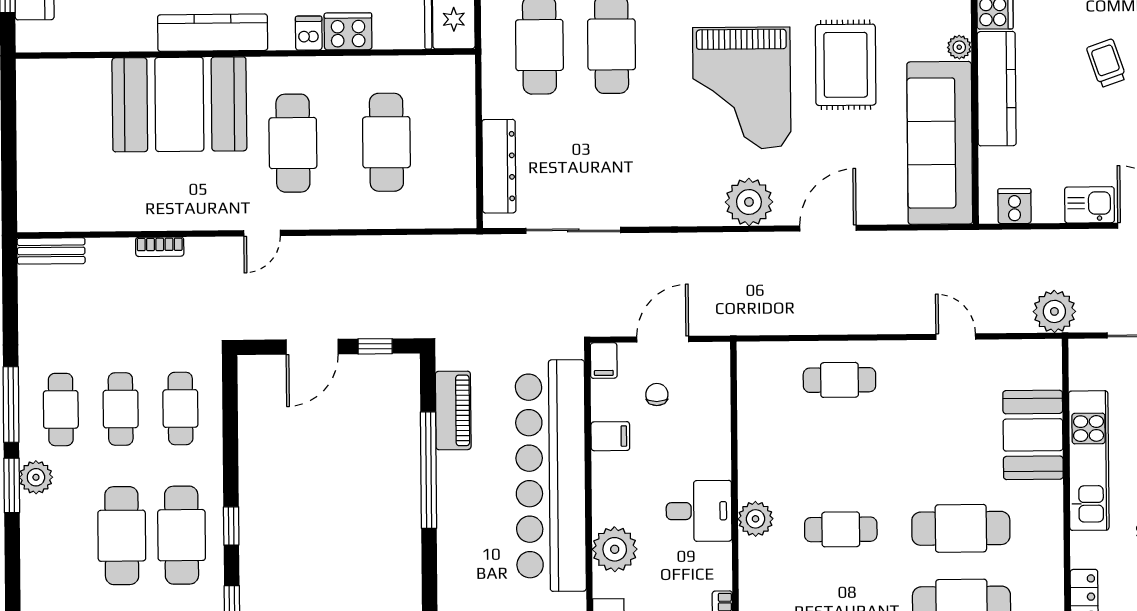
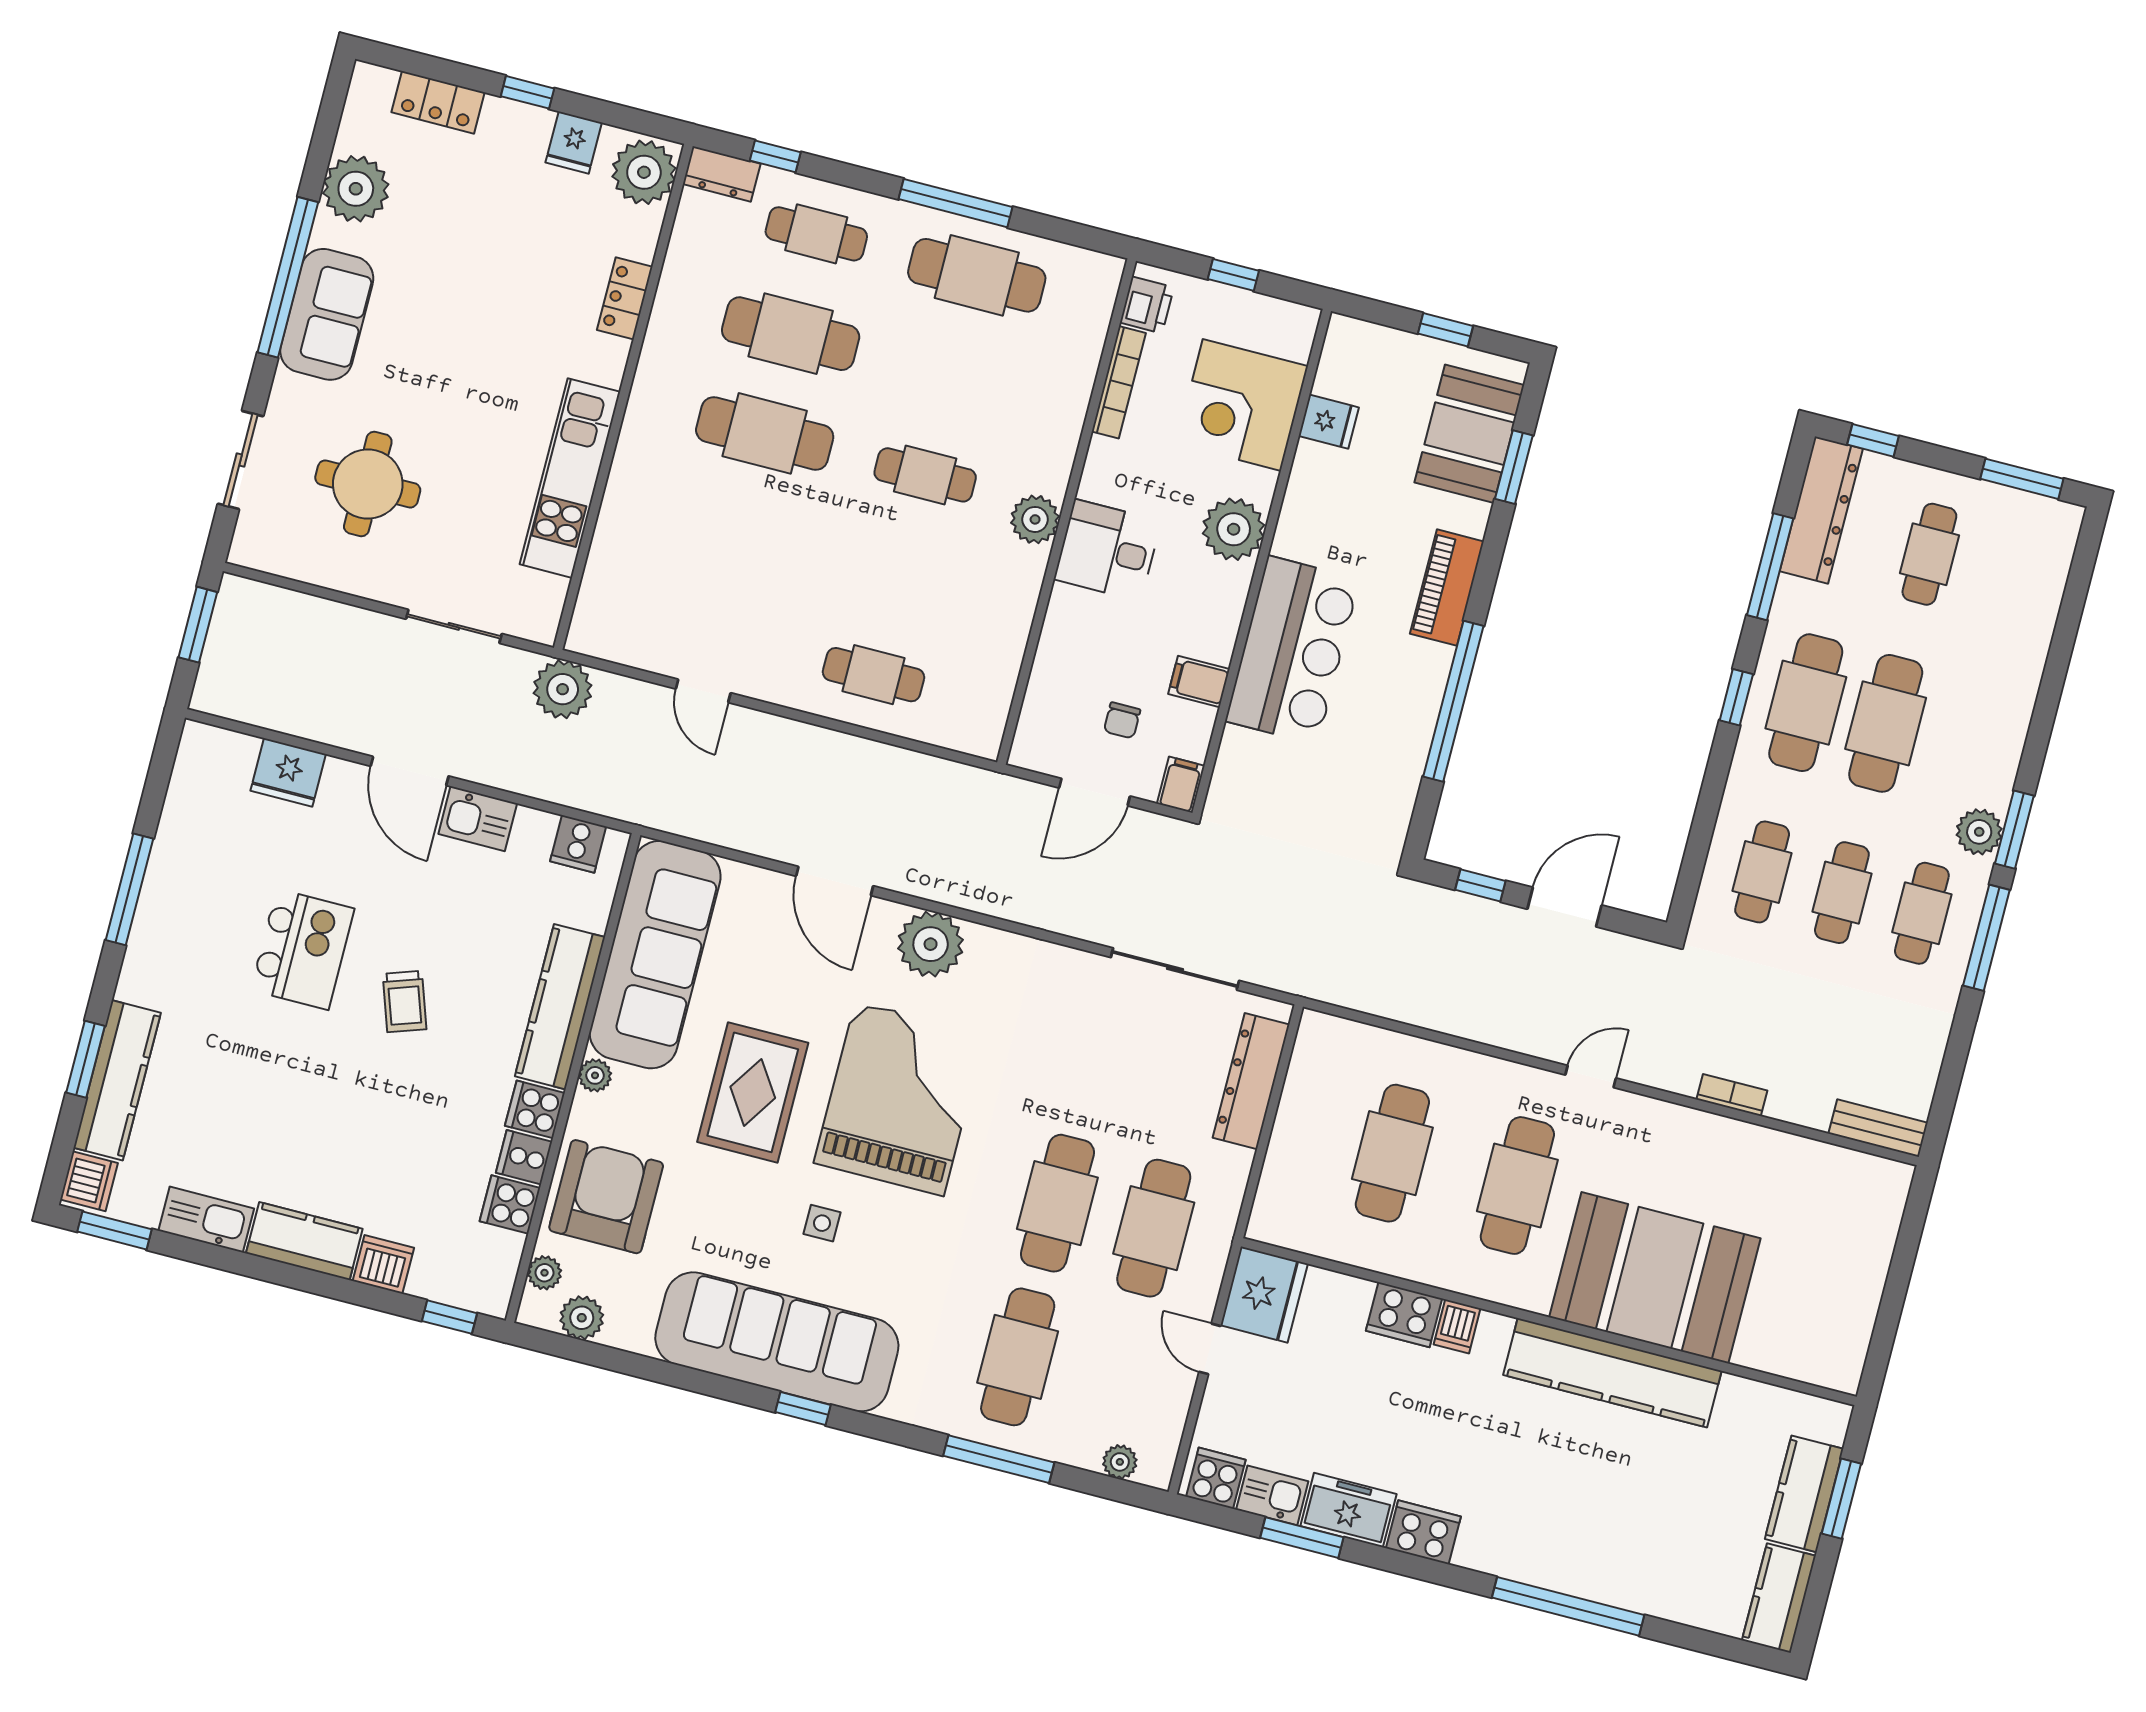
kitchen counter: (213, 33) -> (1612, 1373), width x1.39, depth x1.17
door: (828, 228) -> (835, 881), hinge flipped
piano: (453, 410) -> (1447, 588), moved
booth: (1033, 435) -> (635, 532), removed
bar counter: (551, 476) -> (1293, 650), width x0.54

